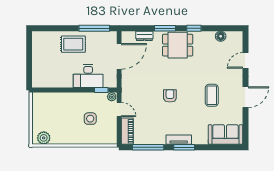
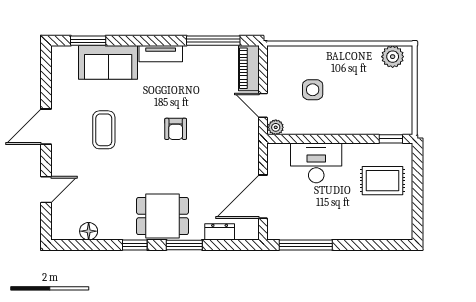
rug: (73, 44) -> (382, 181), moved
window: (101, 90) -> (391, 139), moved
sofa: (226, 134) -> (108, 62), moved
window: (184, 147) -> (88, 41), moved

